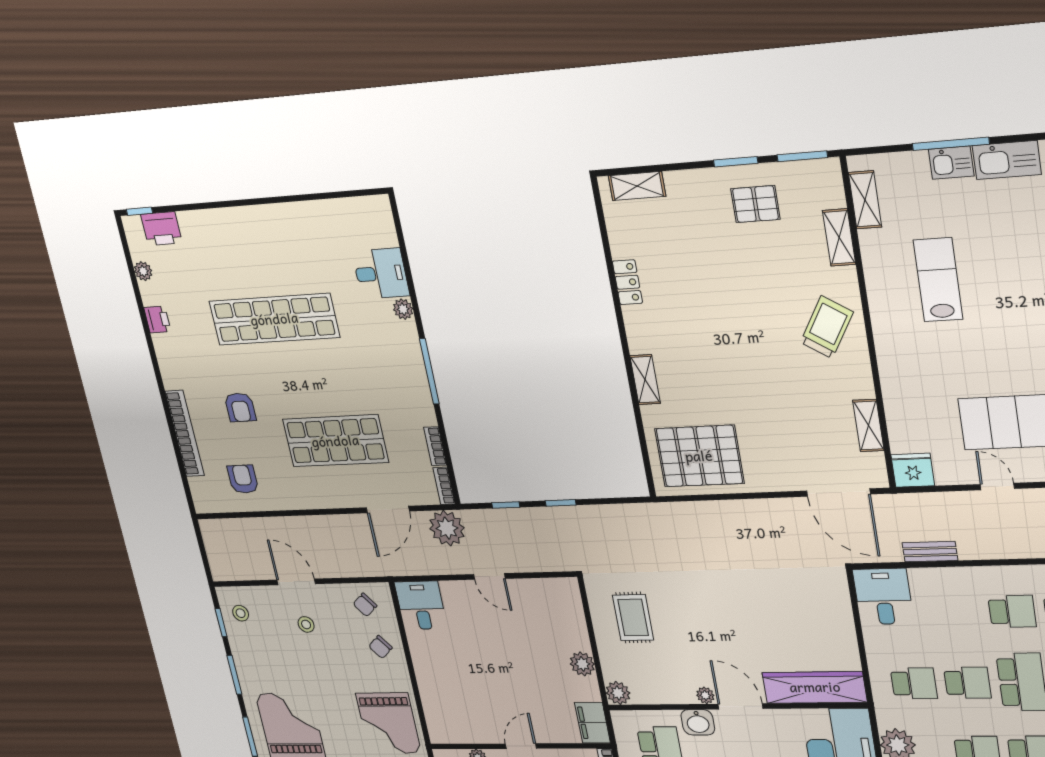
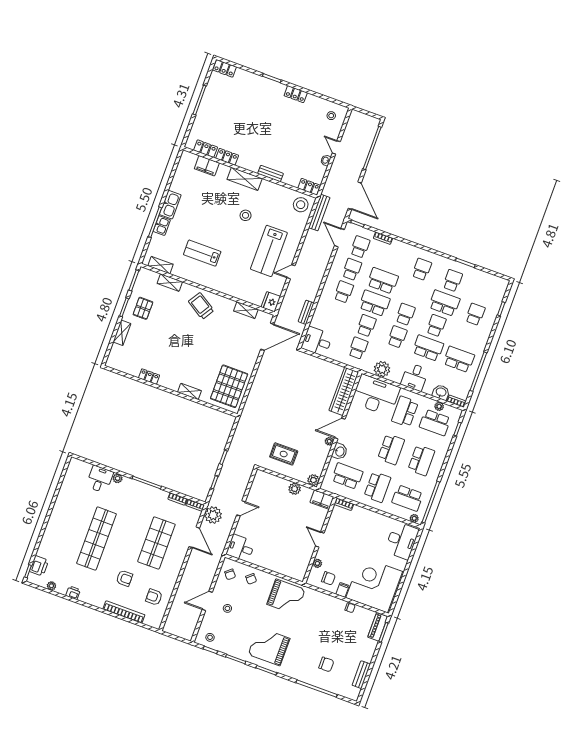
shelving: (637, 186) -> (122, 333), moved

